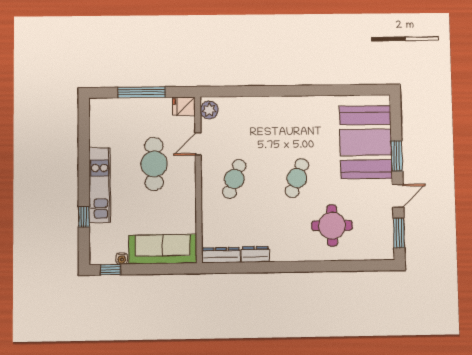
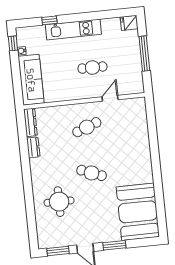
fridge: (184, 106) -> (129, 23), moved, turned -90
plant: (209, 110) -> (136, 104), removed
booth: (366, 142) -> (138, 212), moved, turned 90
door: (198, 144) -> (110, 98), hinge flipped
cafe table: (154, 164) -> (92, 68), width x0.73, depth x0.74
cafe table: (234, 179) -> (87, 127), turned -42

